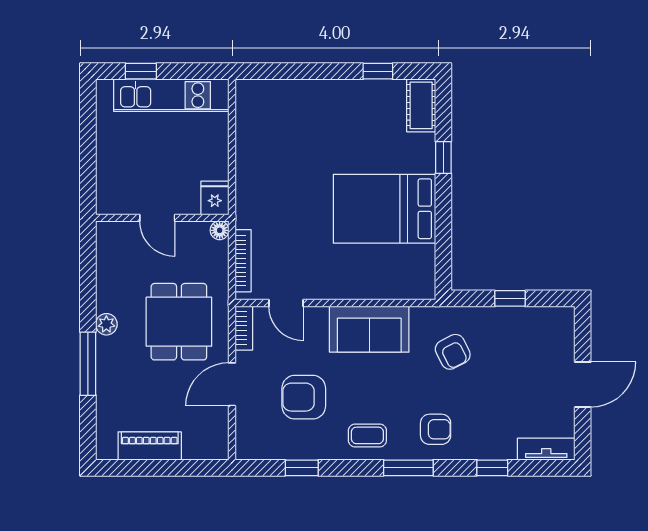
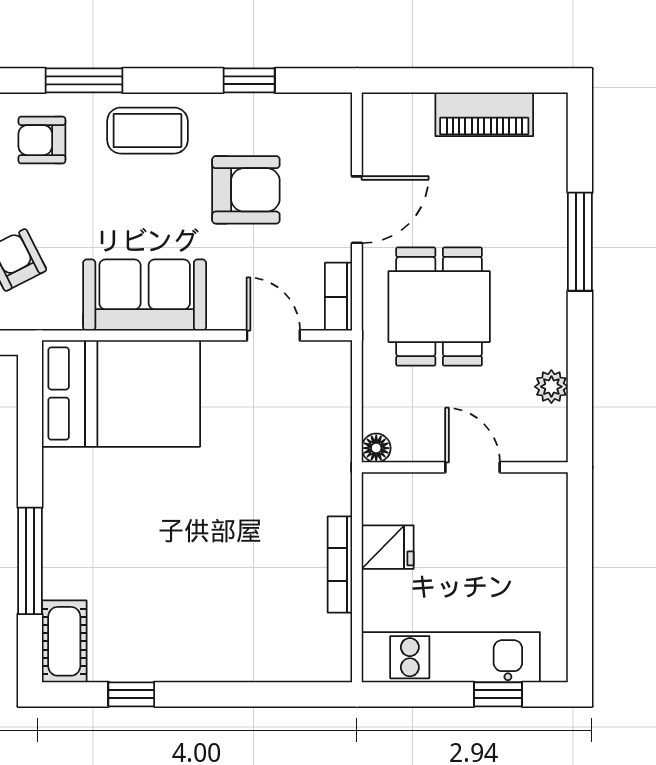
window: (443, 157) -> (30, 561), width x2.17
fridge: (215, 198) -> (388, 547), moved, turned -90
bed: (384, 209) -> (121, 394), moved
bookcase: (243, 261) -> (340, 565), moved
plant: (106, 324) -> (551, 387), moved
coffee table: (367, 435) -> (147, 131), width x1.36, depth x1.30

